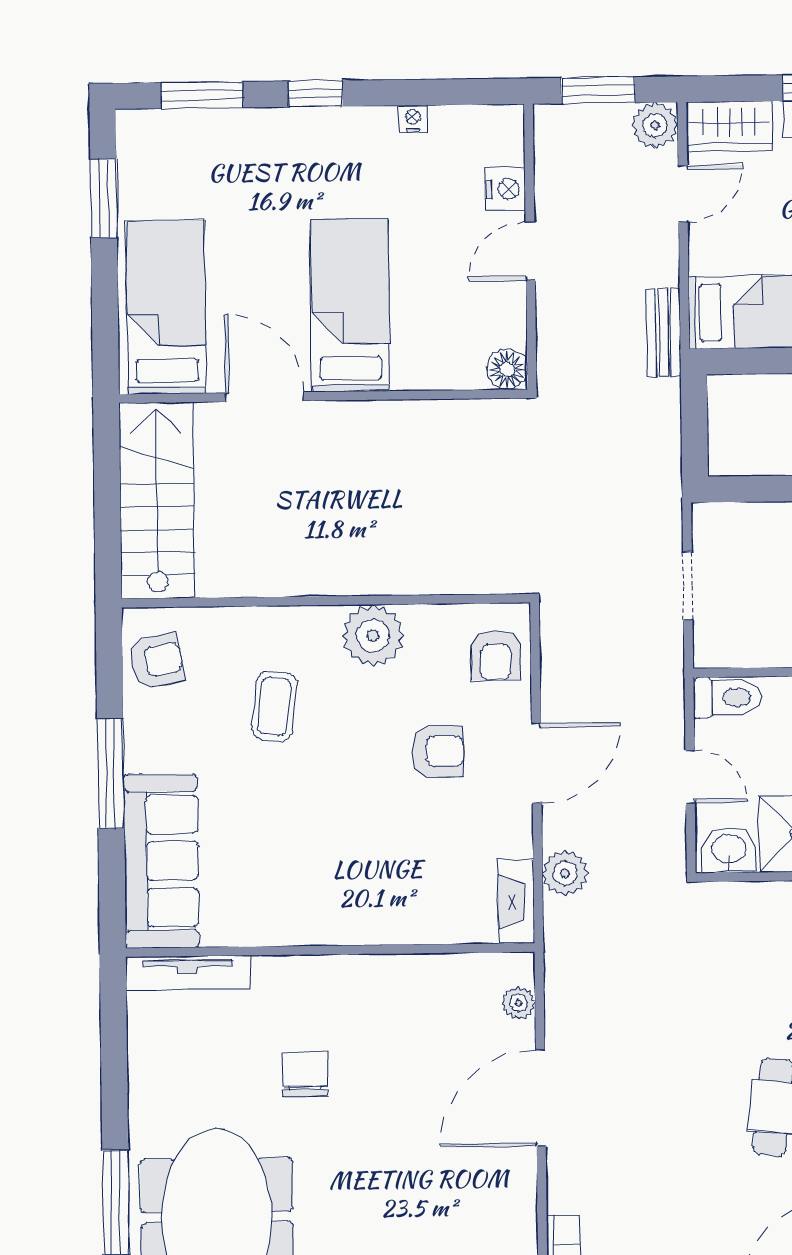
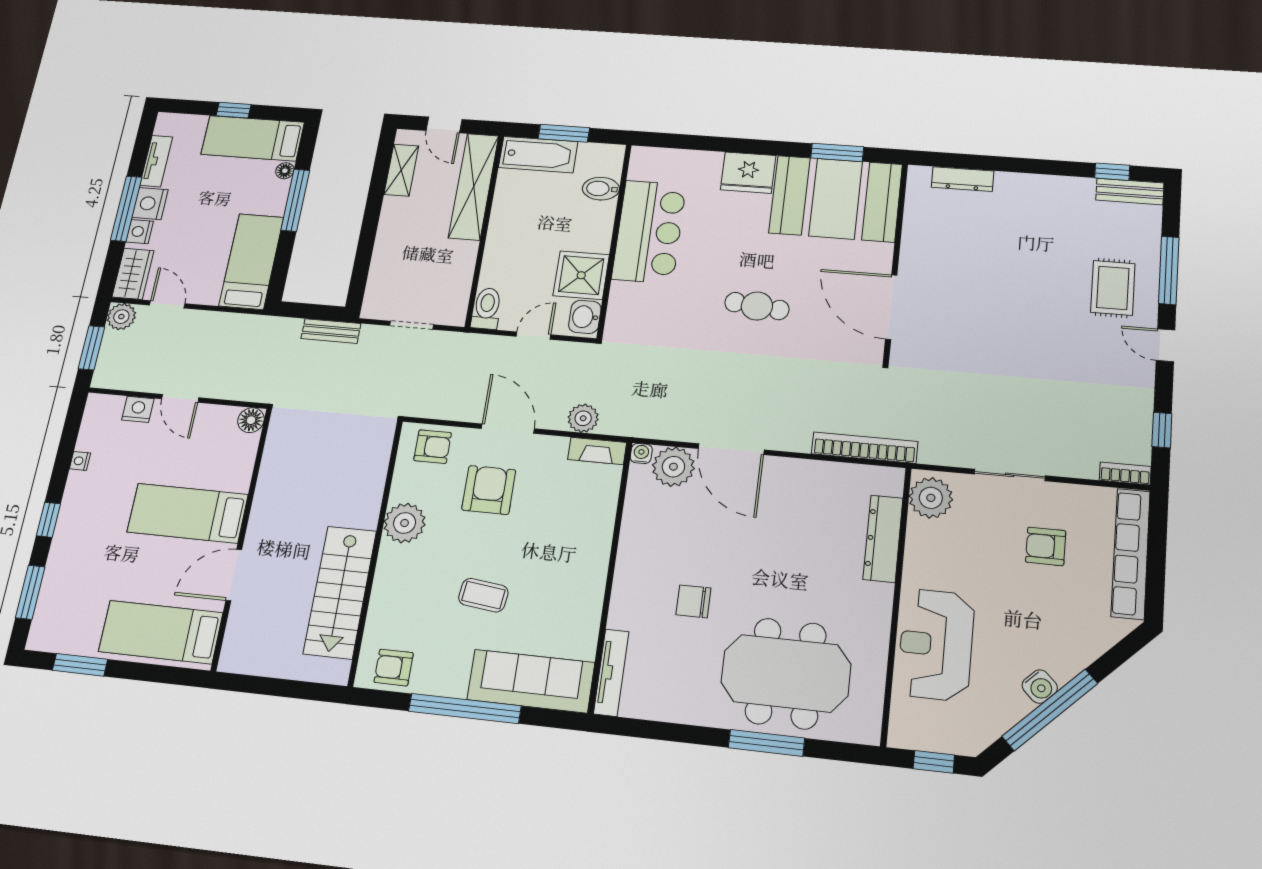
bench: (663, 333) -> (331, 331), moved
stairs: (157, 500) -> (340, 592), moved, turned -90
armchair: (157, 661) -> (394, 668), turned -79
coffee table: (274, 706) -> (483, 595), moved
armchair: (438, 751) -> (489, 490), width x1.38, depth x1.38
window: (111, 774) -> (465, 709), width x1.46
water cooler: (519, 967) -> (641, 453), added
plant: (519, 1003) -> (673, 467), width x1.88, depth x1.88

